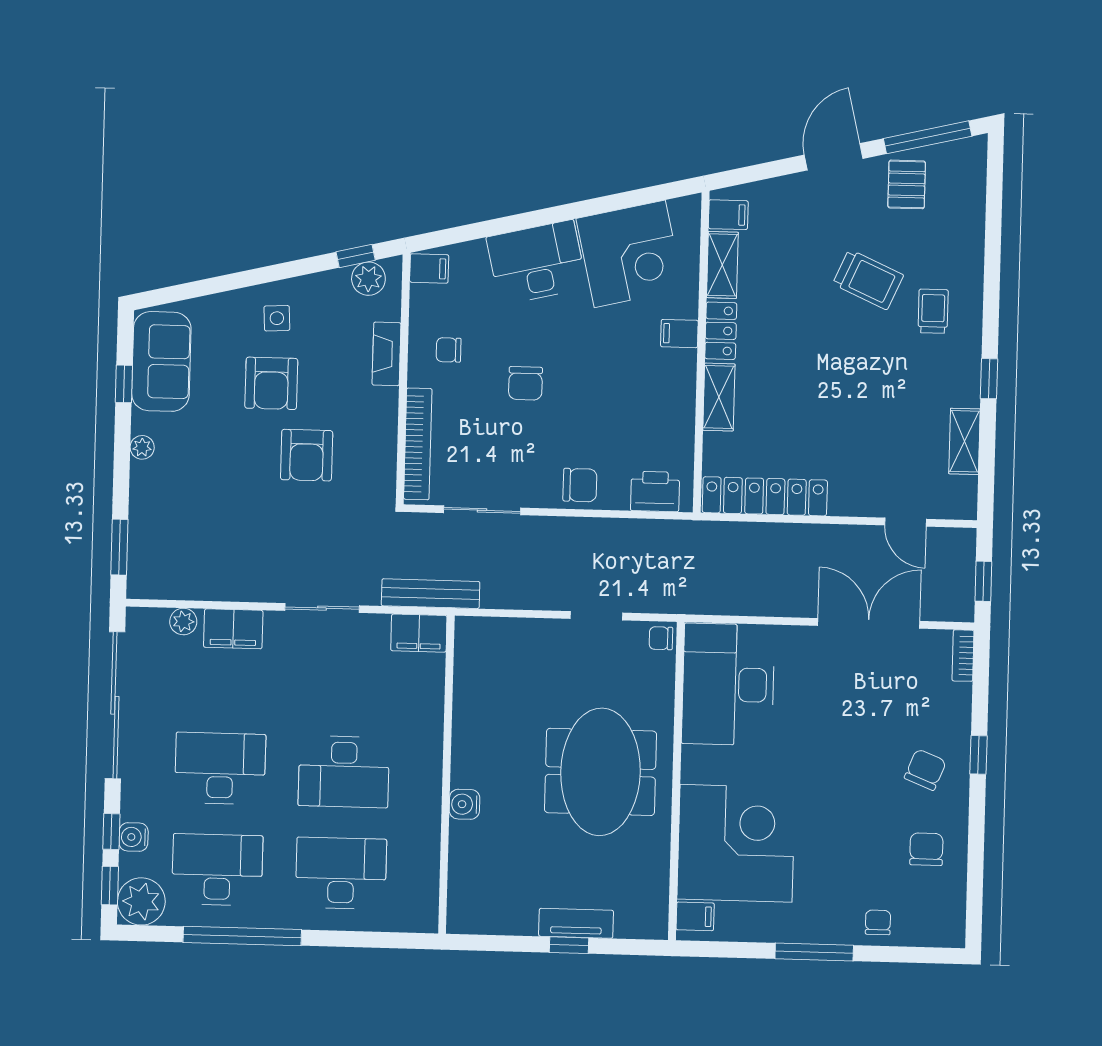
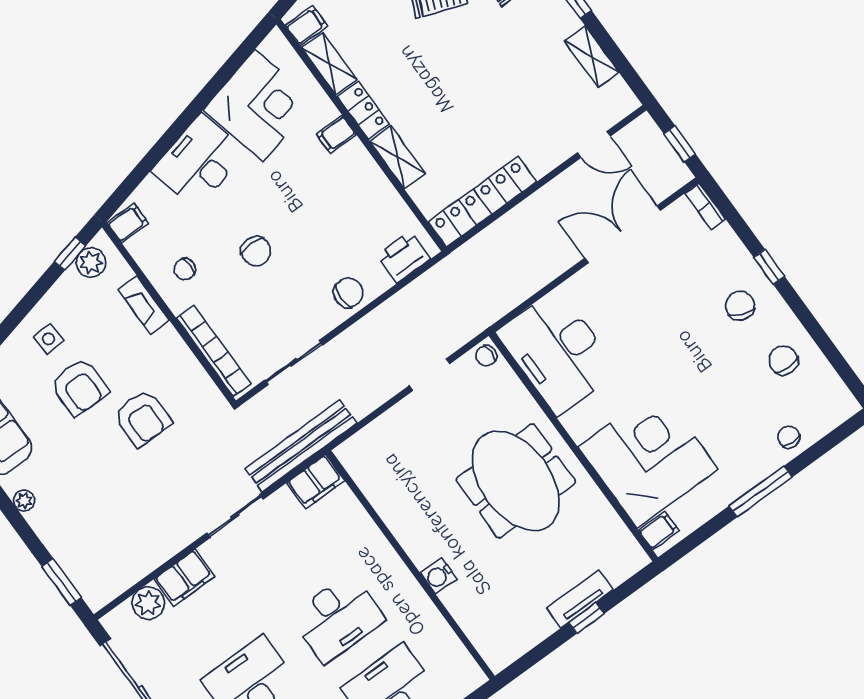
bench: (431, 594) -> (301, 446), width x1.37, depth x1.21
plant: (183, 622) -> (148, 603), width x1.38, depth x1.38

